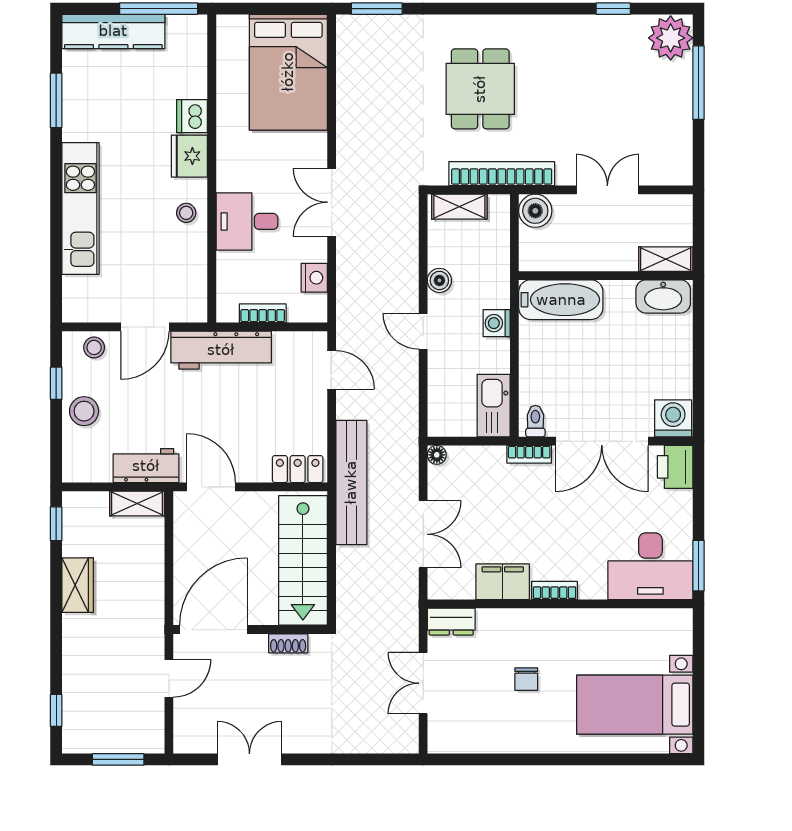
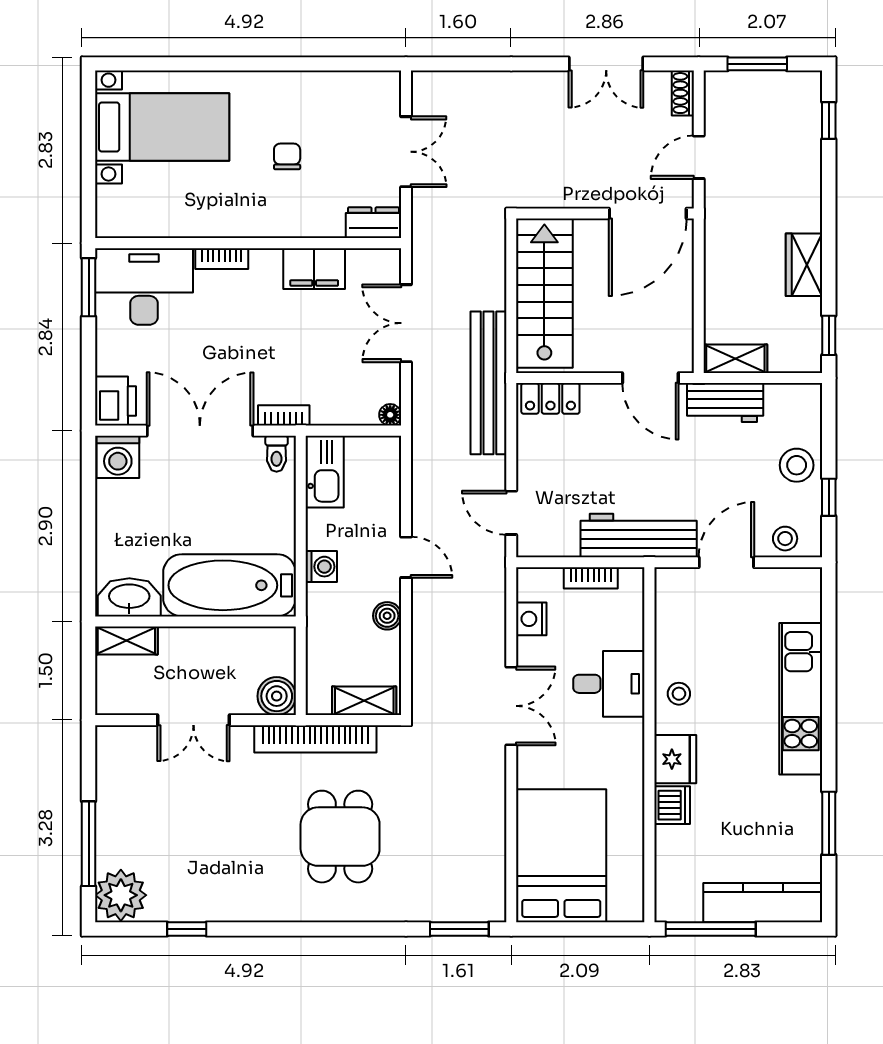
bathtub: (561, 300) -> (230, 585), width x1.36, depth x1.36
bookcase: (555, 590) -> (222, 259), moved
shoe rack: (288, 643) -> (683, 93), moved, turned -90

